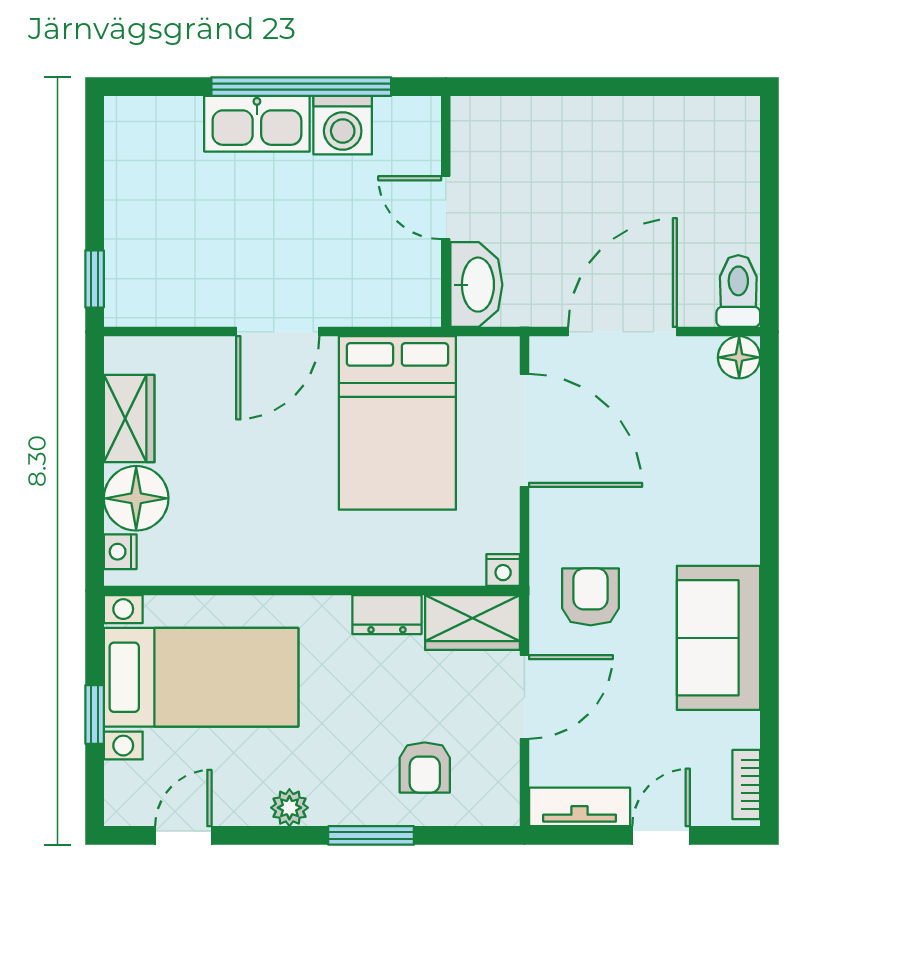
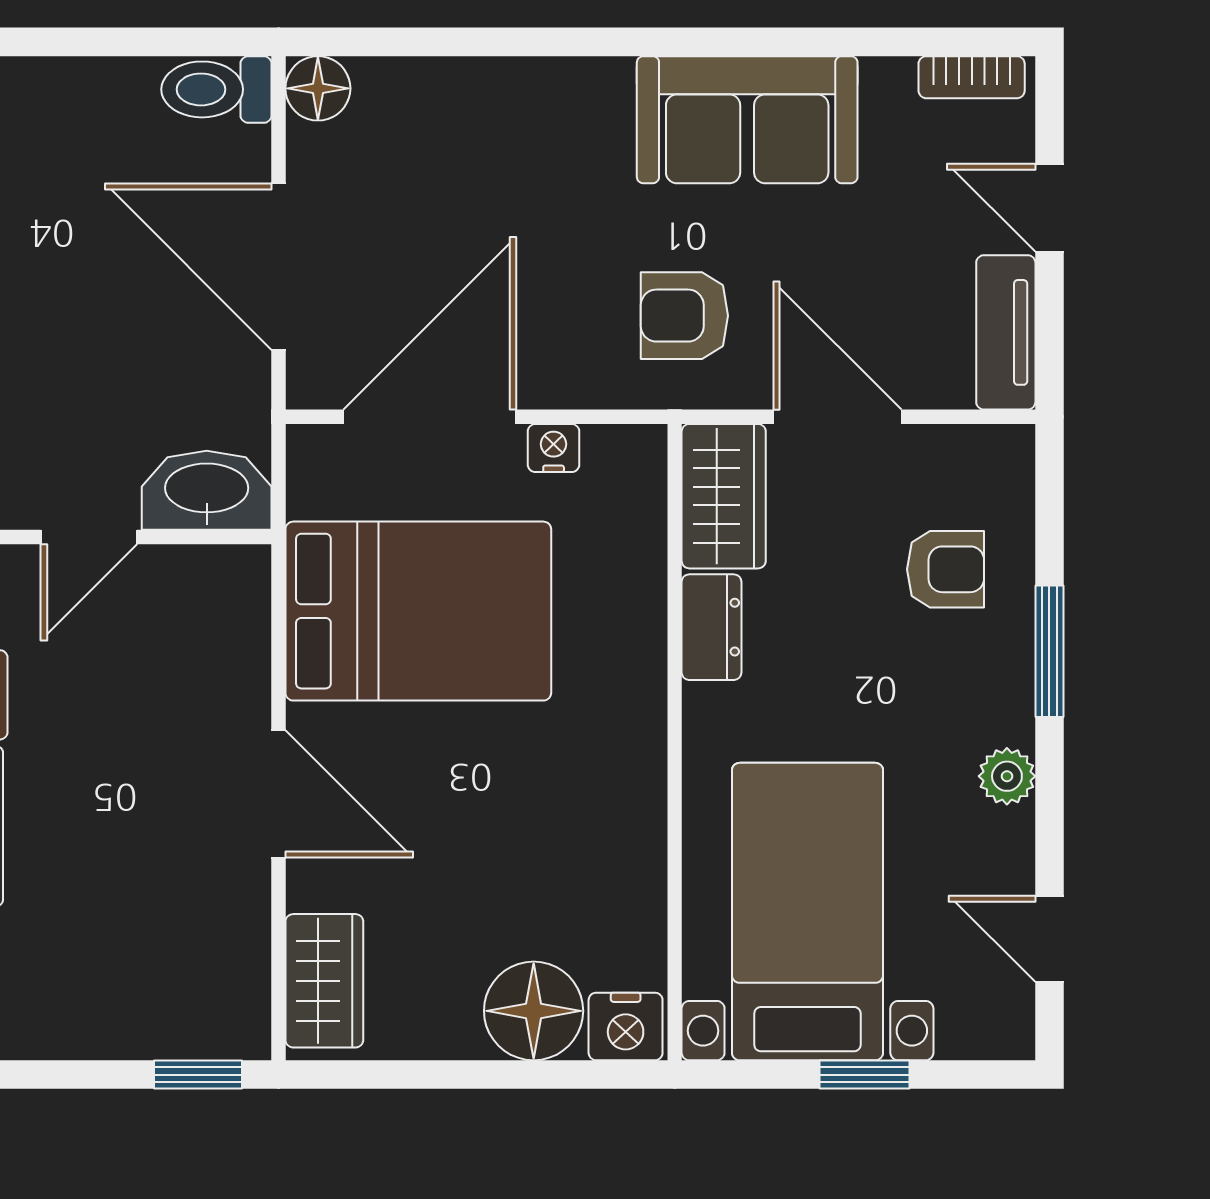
wardrobe: (129, 419) -> (324, 981), moved, turned 90
nightstand: (120, 552) -> (626, 1026), width x1.39, depth x1.35
nightstand: (503, 570) -> (554, 448), moved, turned -90

